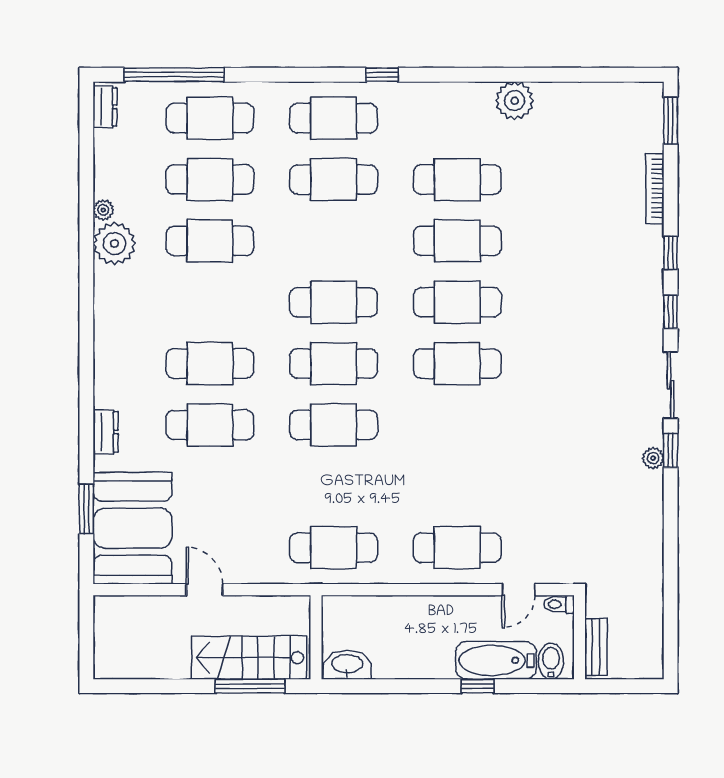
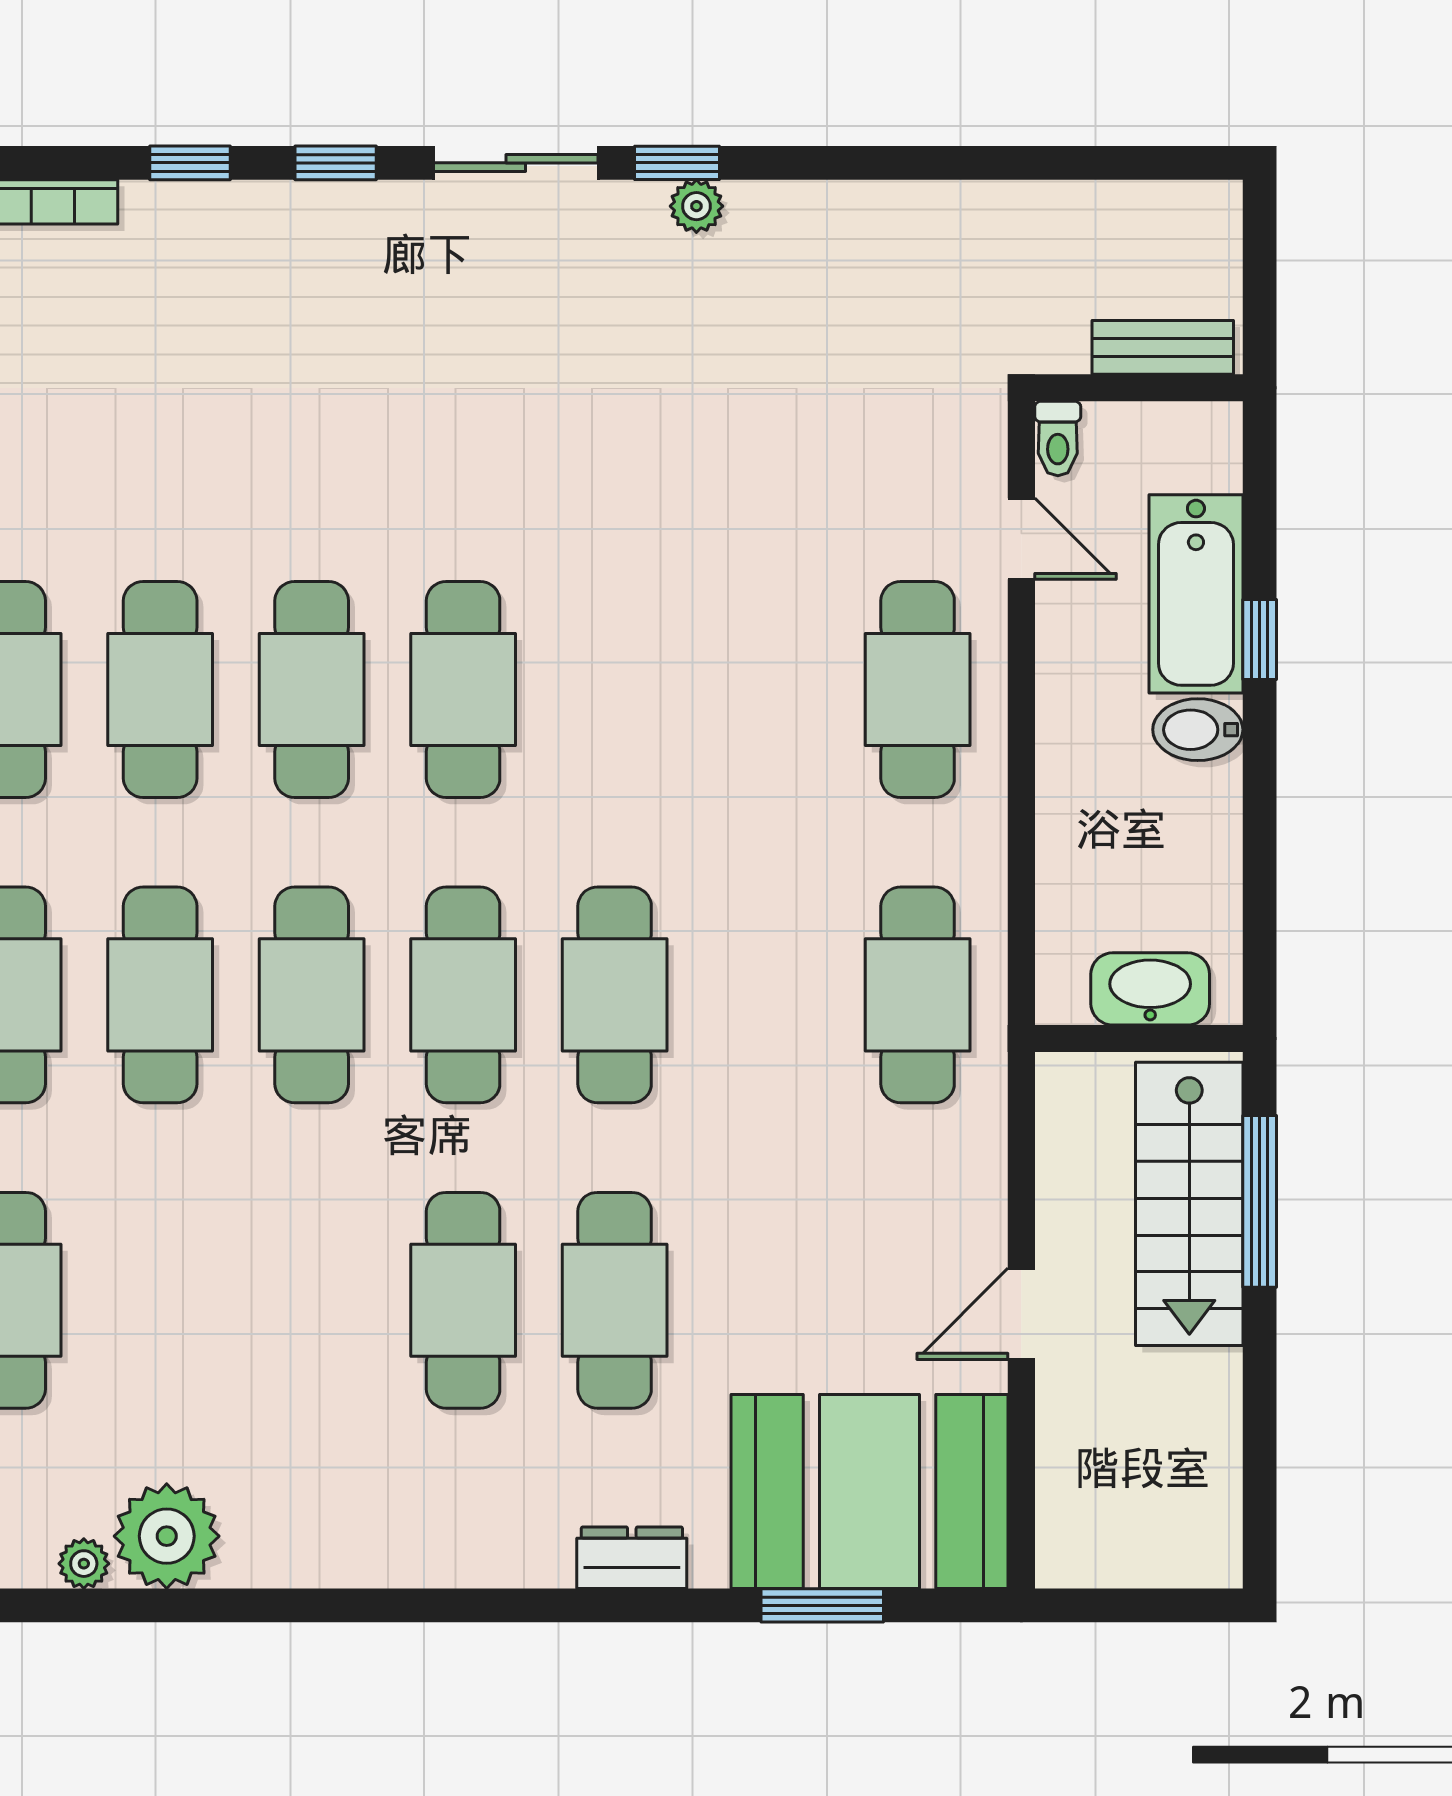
cafe table: (210, 241) -> (160, 995), moved
bidet: (551, 661) -> (1198, 730), moved
washbasin: (347, 665) -> (1150, 989), moved, turned 90

